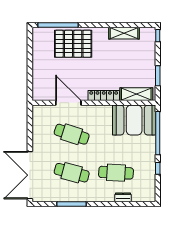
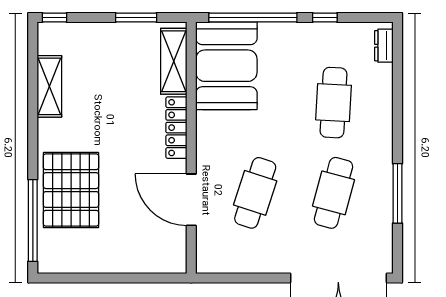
door: (68, 103) -> (191, 200), hinge flipped
dresser: (123, 197) -> (384, 46), moved

